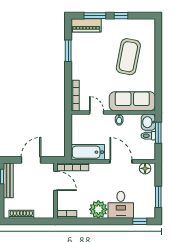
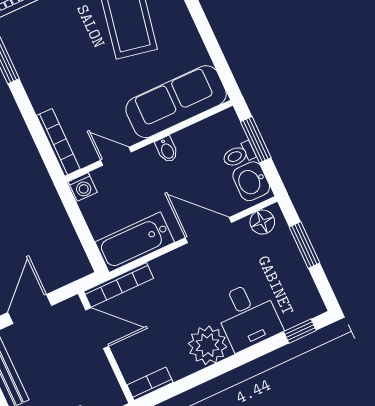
washing machine: (77, 119) -> (83, 187), added
washbasin: (148, 122) -> (251, 181), moved
window: (158, 197) -> (304, 245), moved

